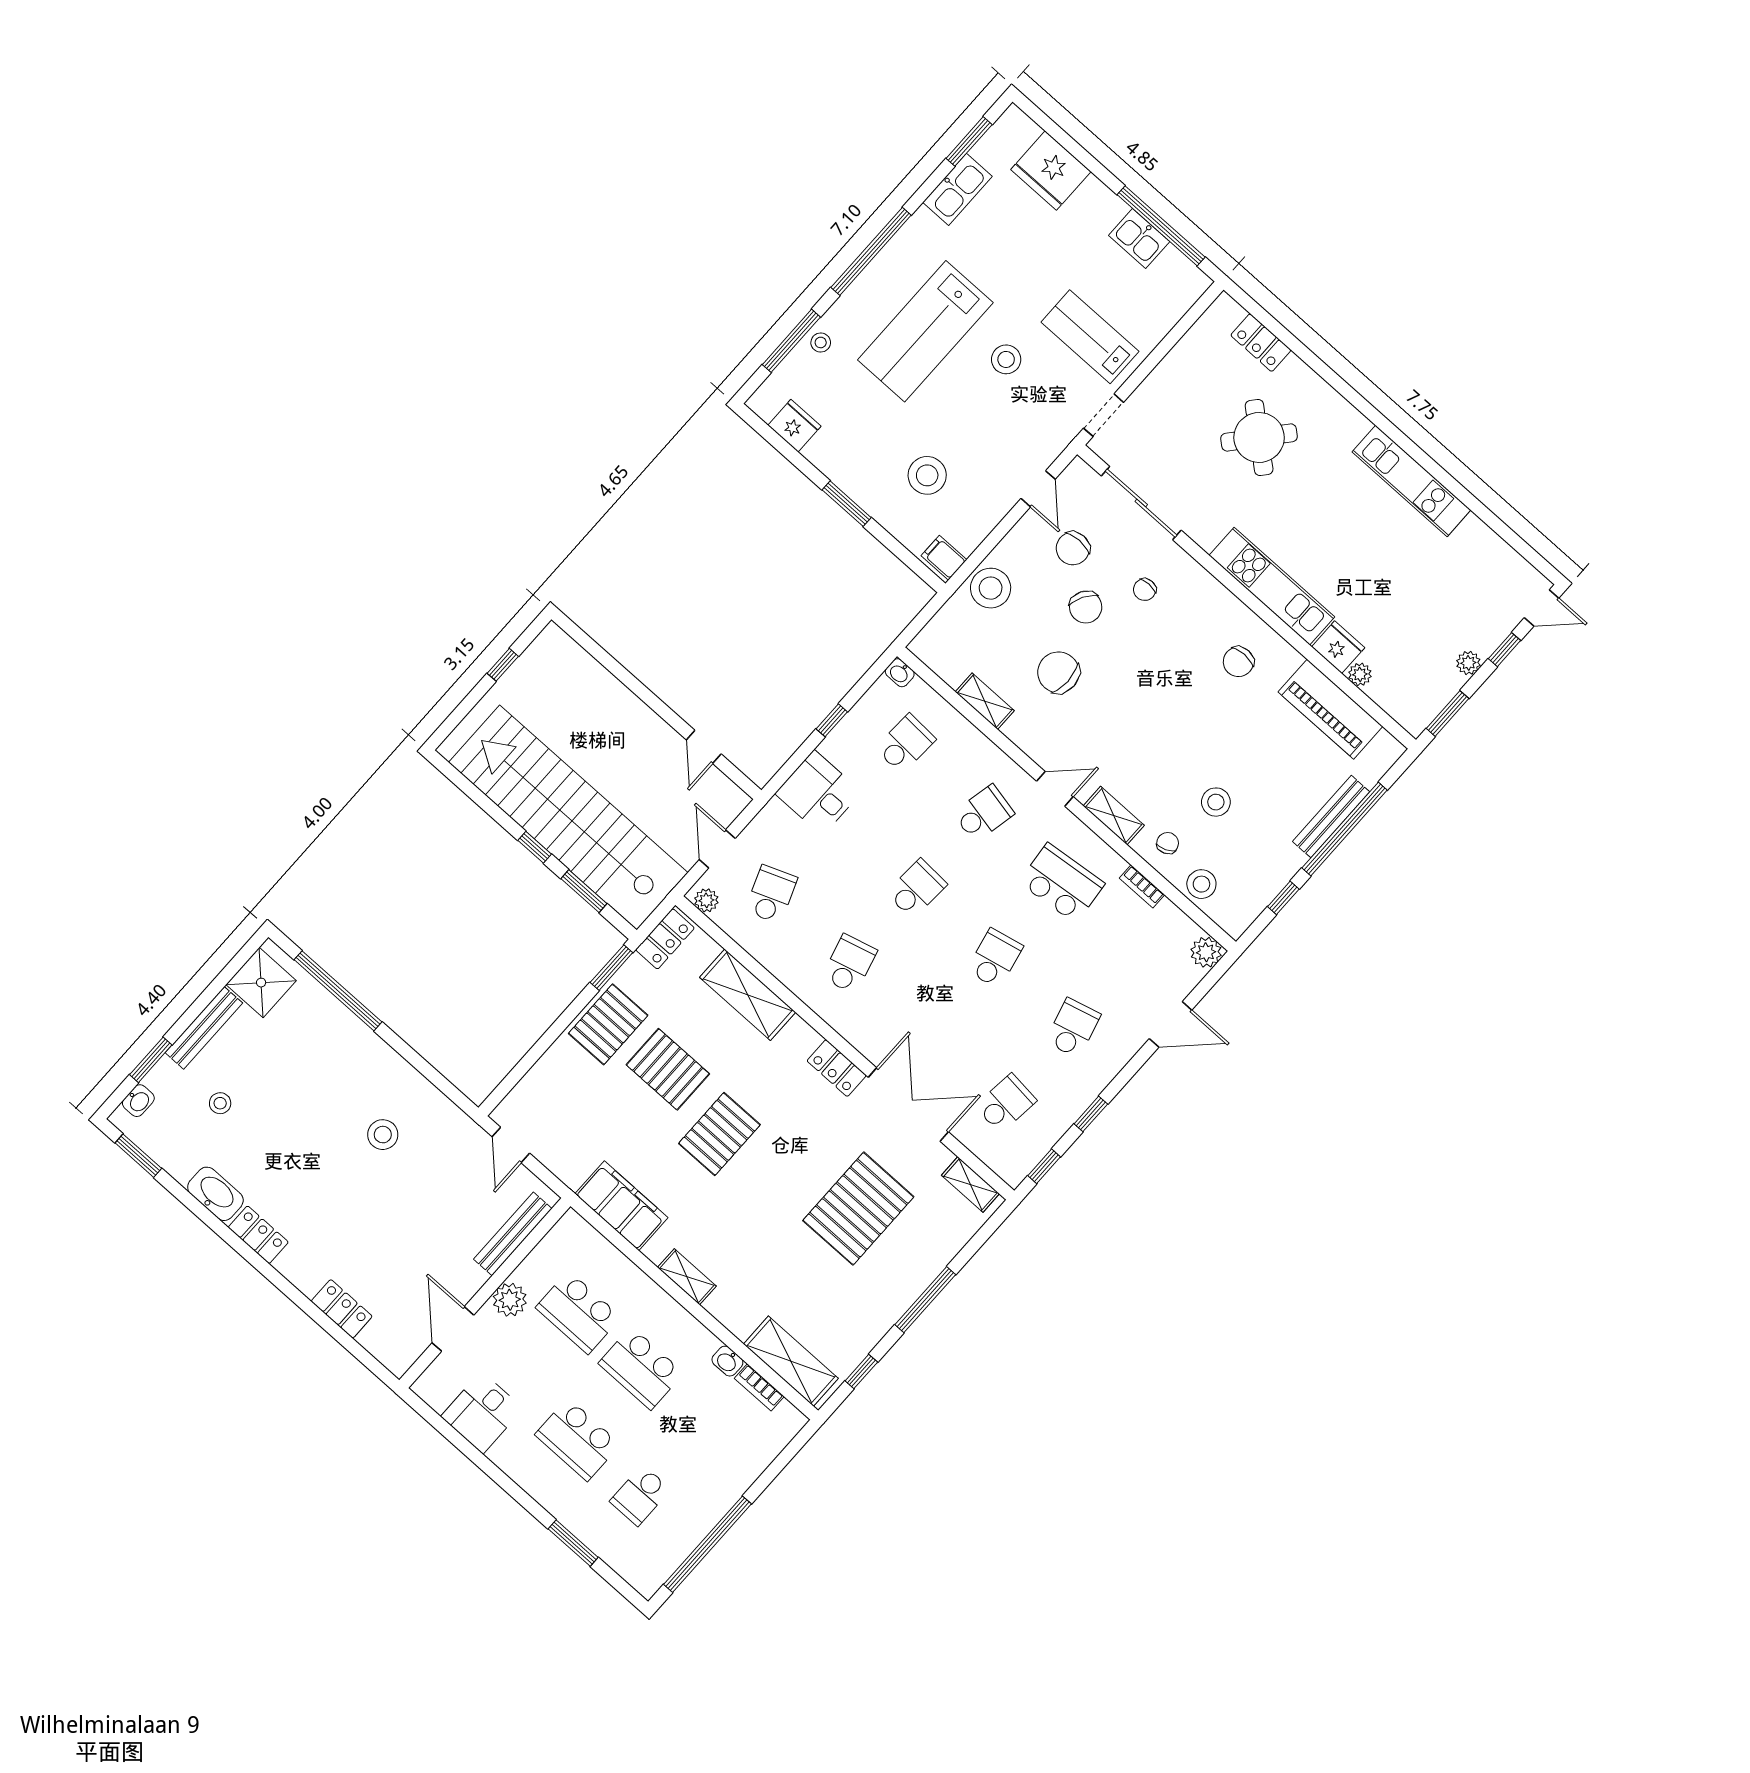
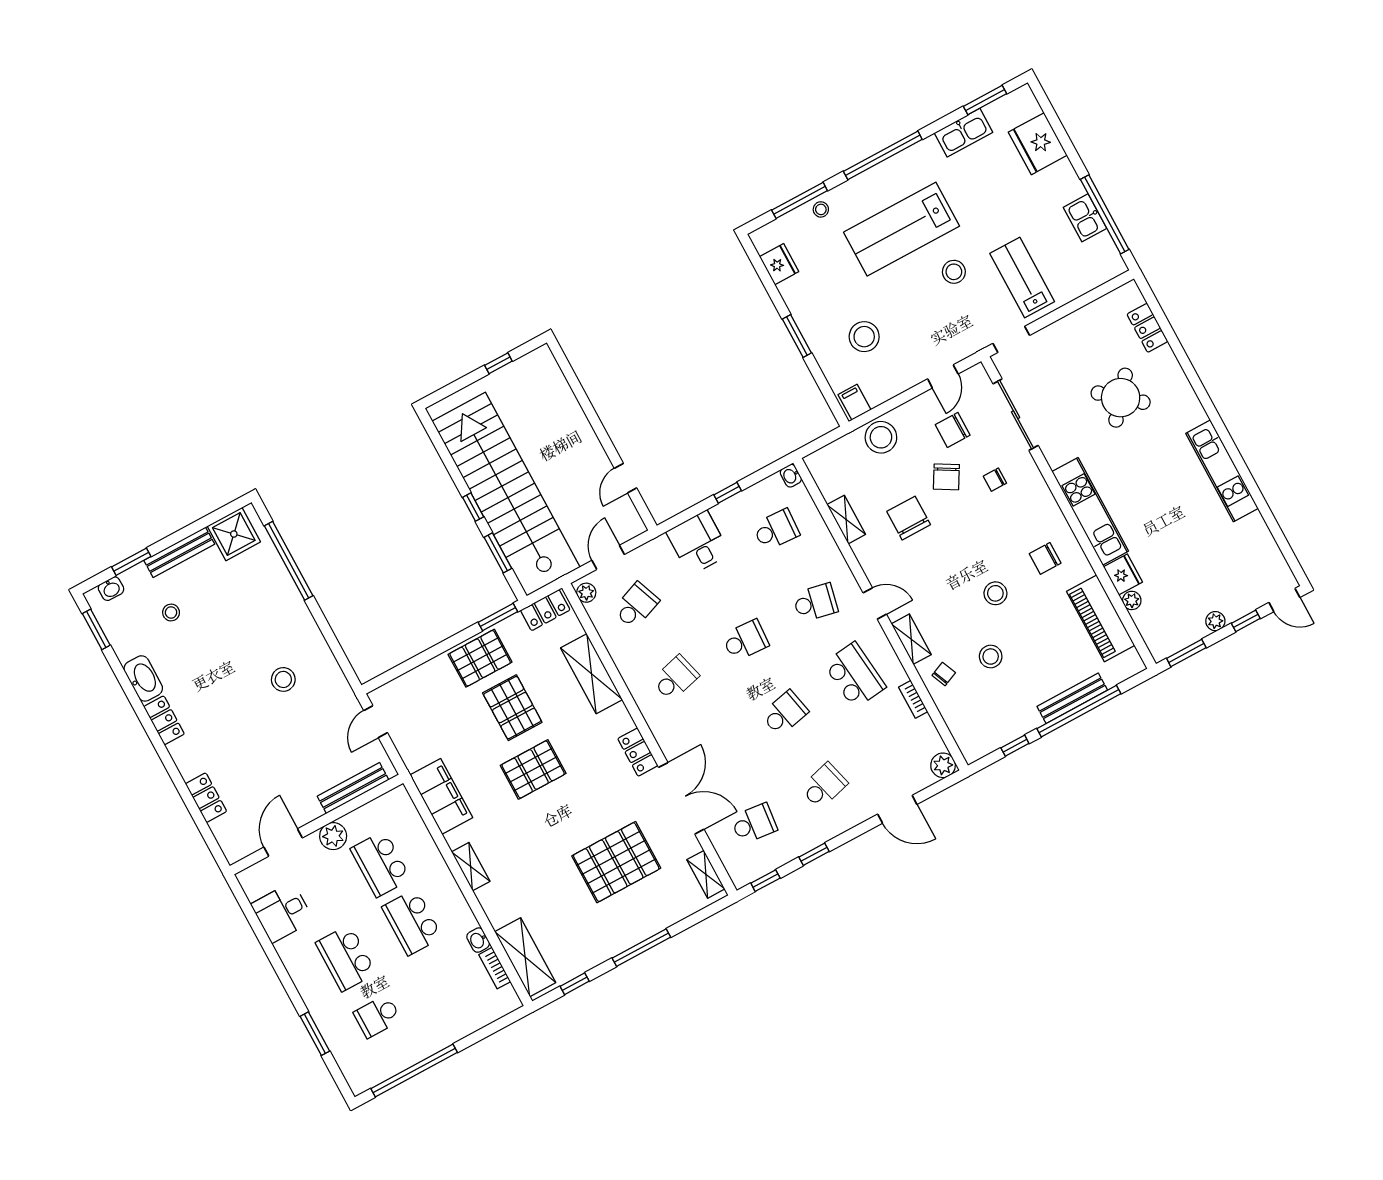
stool: (1201, 884) -> (995, 593), moved

